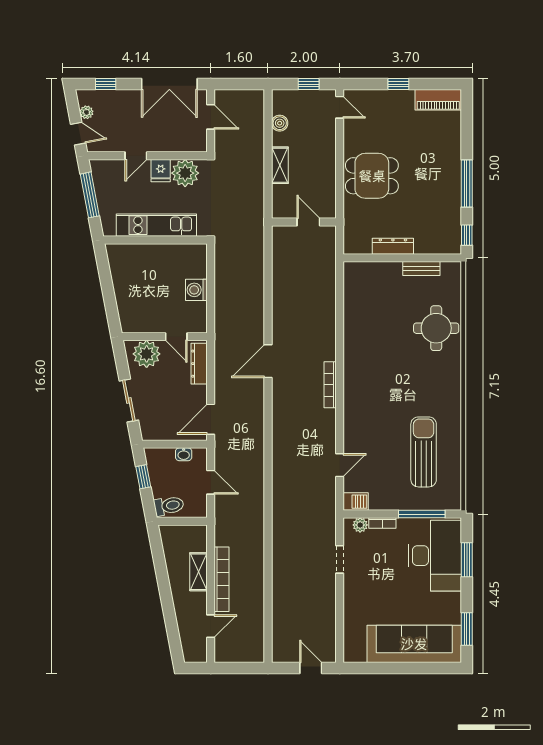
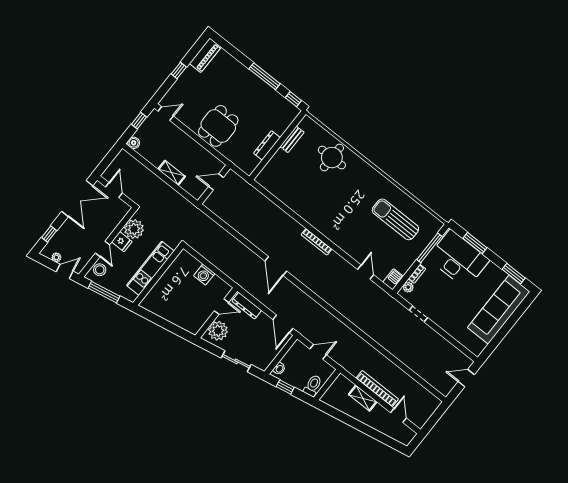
door: (211, 117) -> (114, 190), hinge flipped
boiler: (280, 123) -> (134, 143), moved
stool: (111, 171) -> (100, 270), added
washbasin: (184, 454) -> (279, 369), moved

